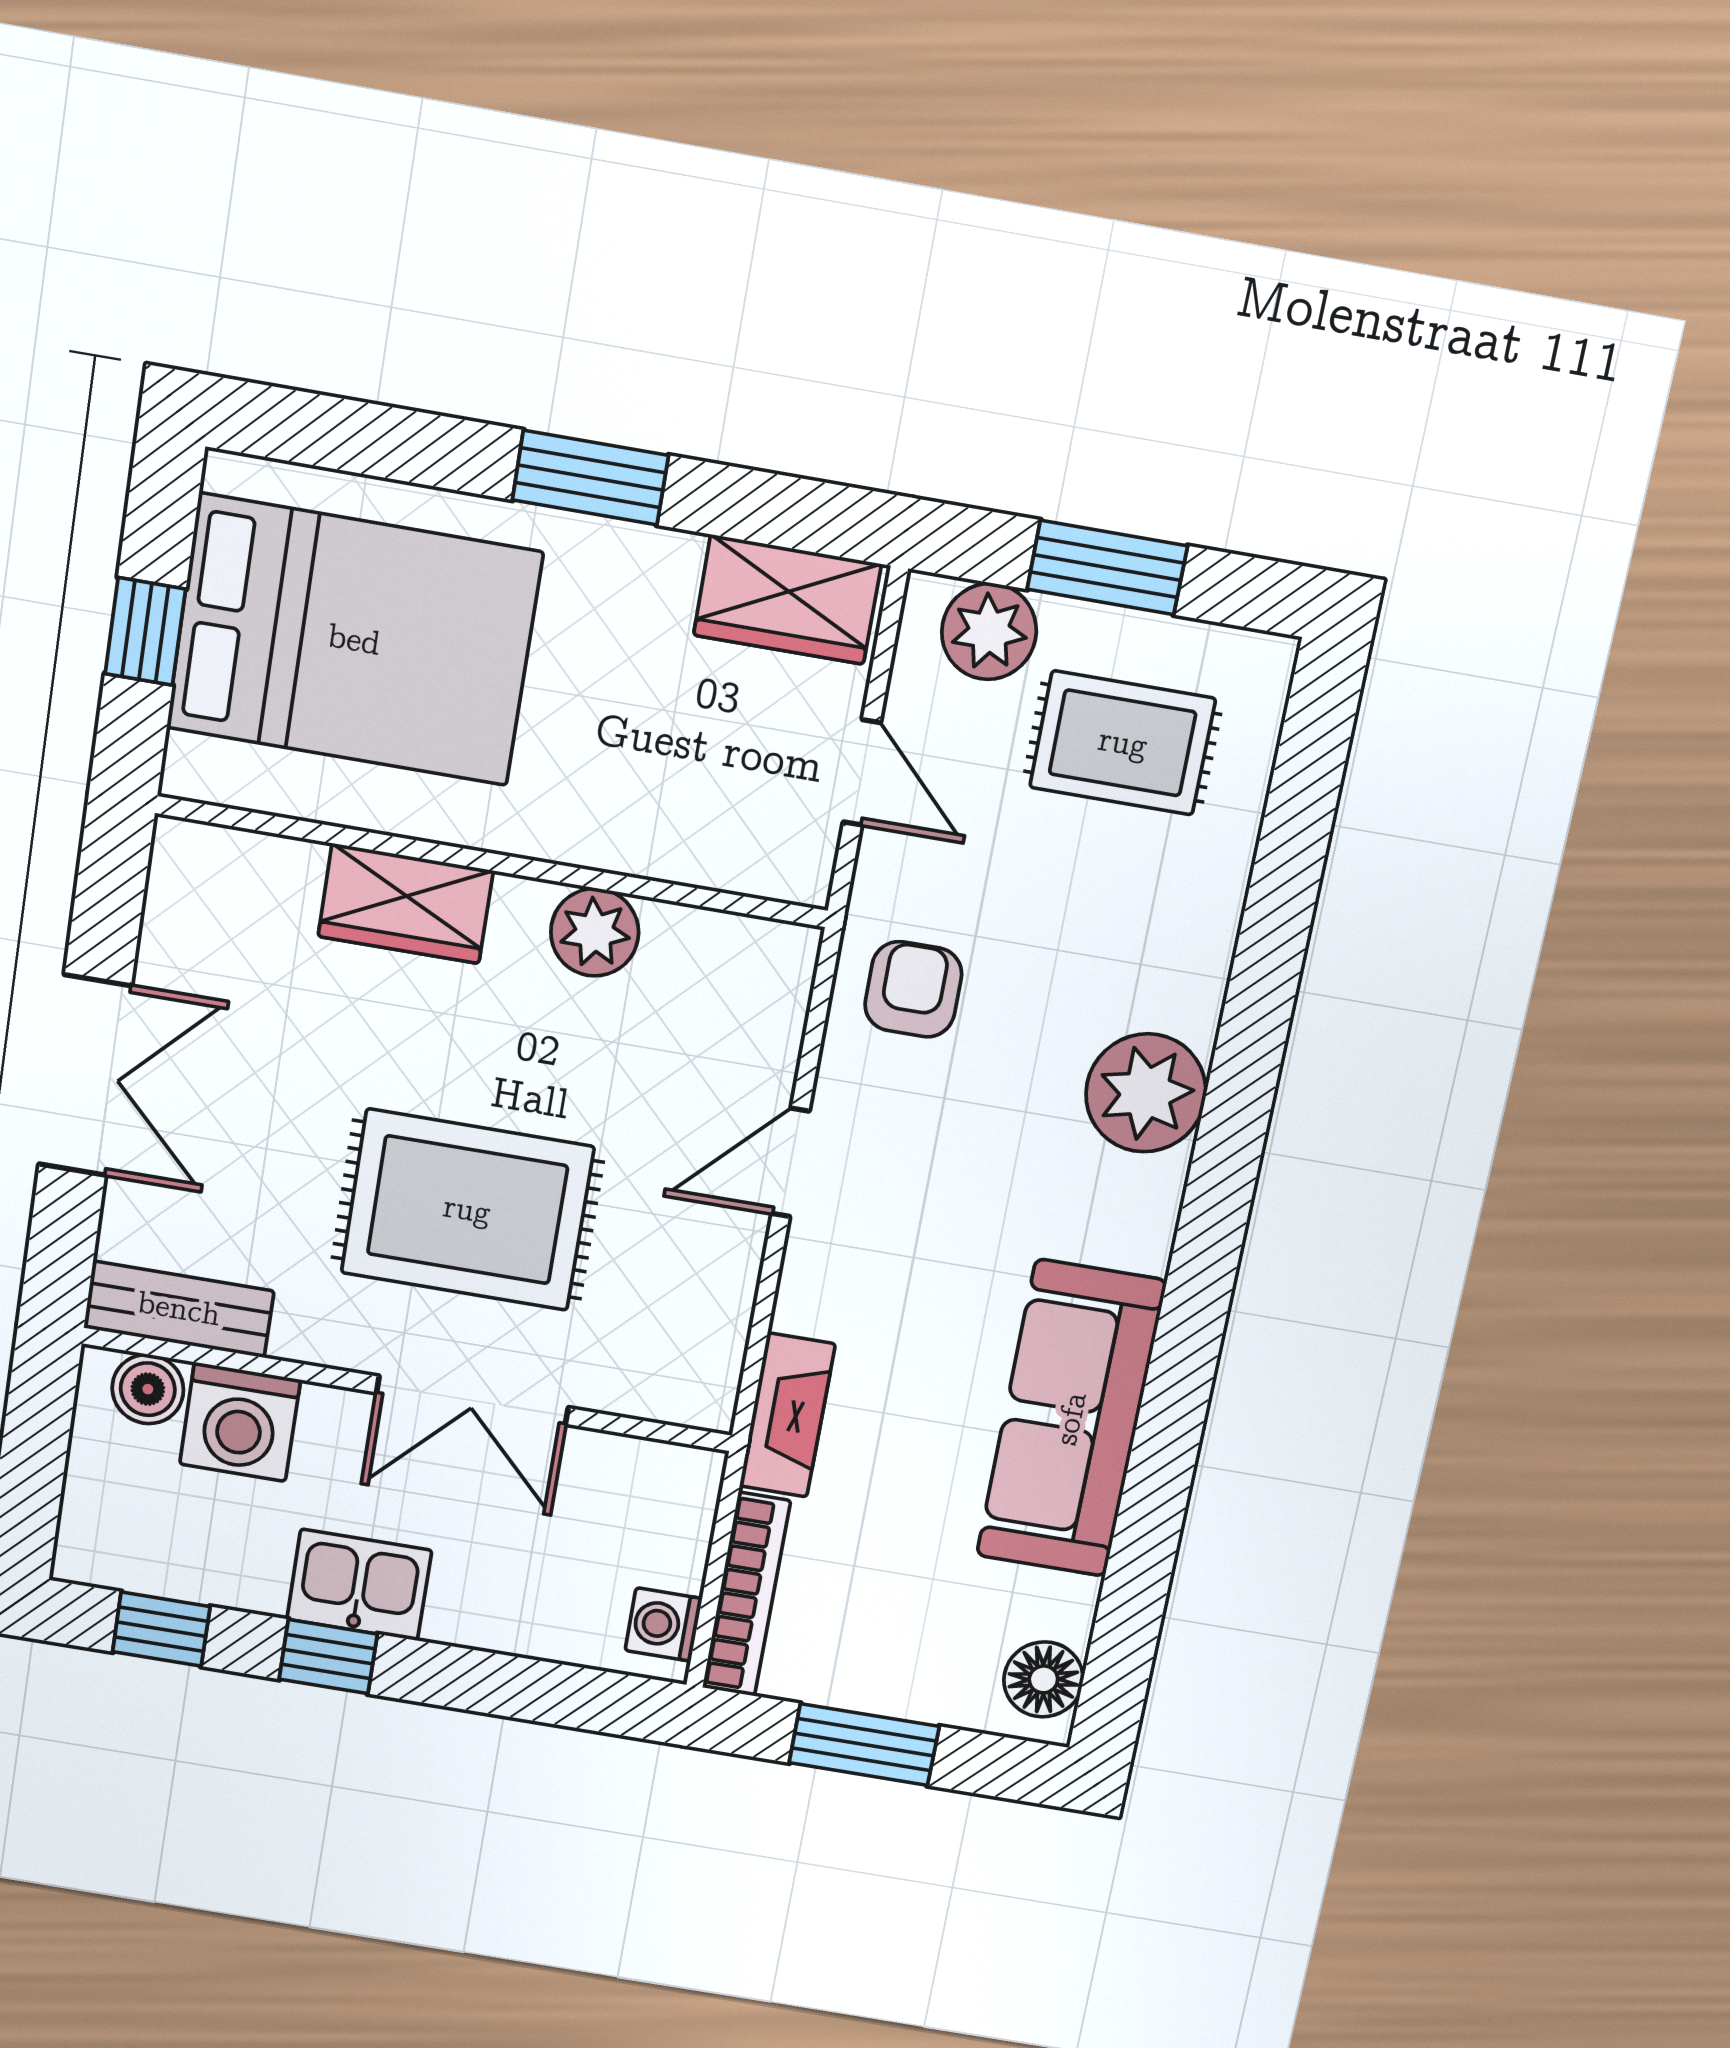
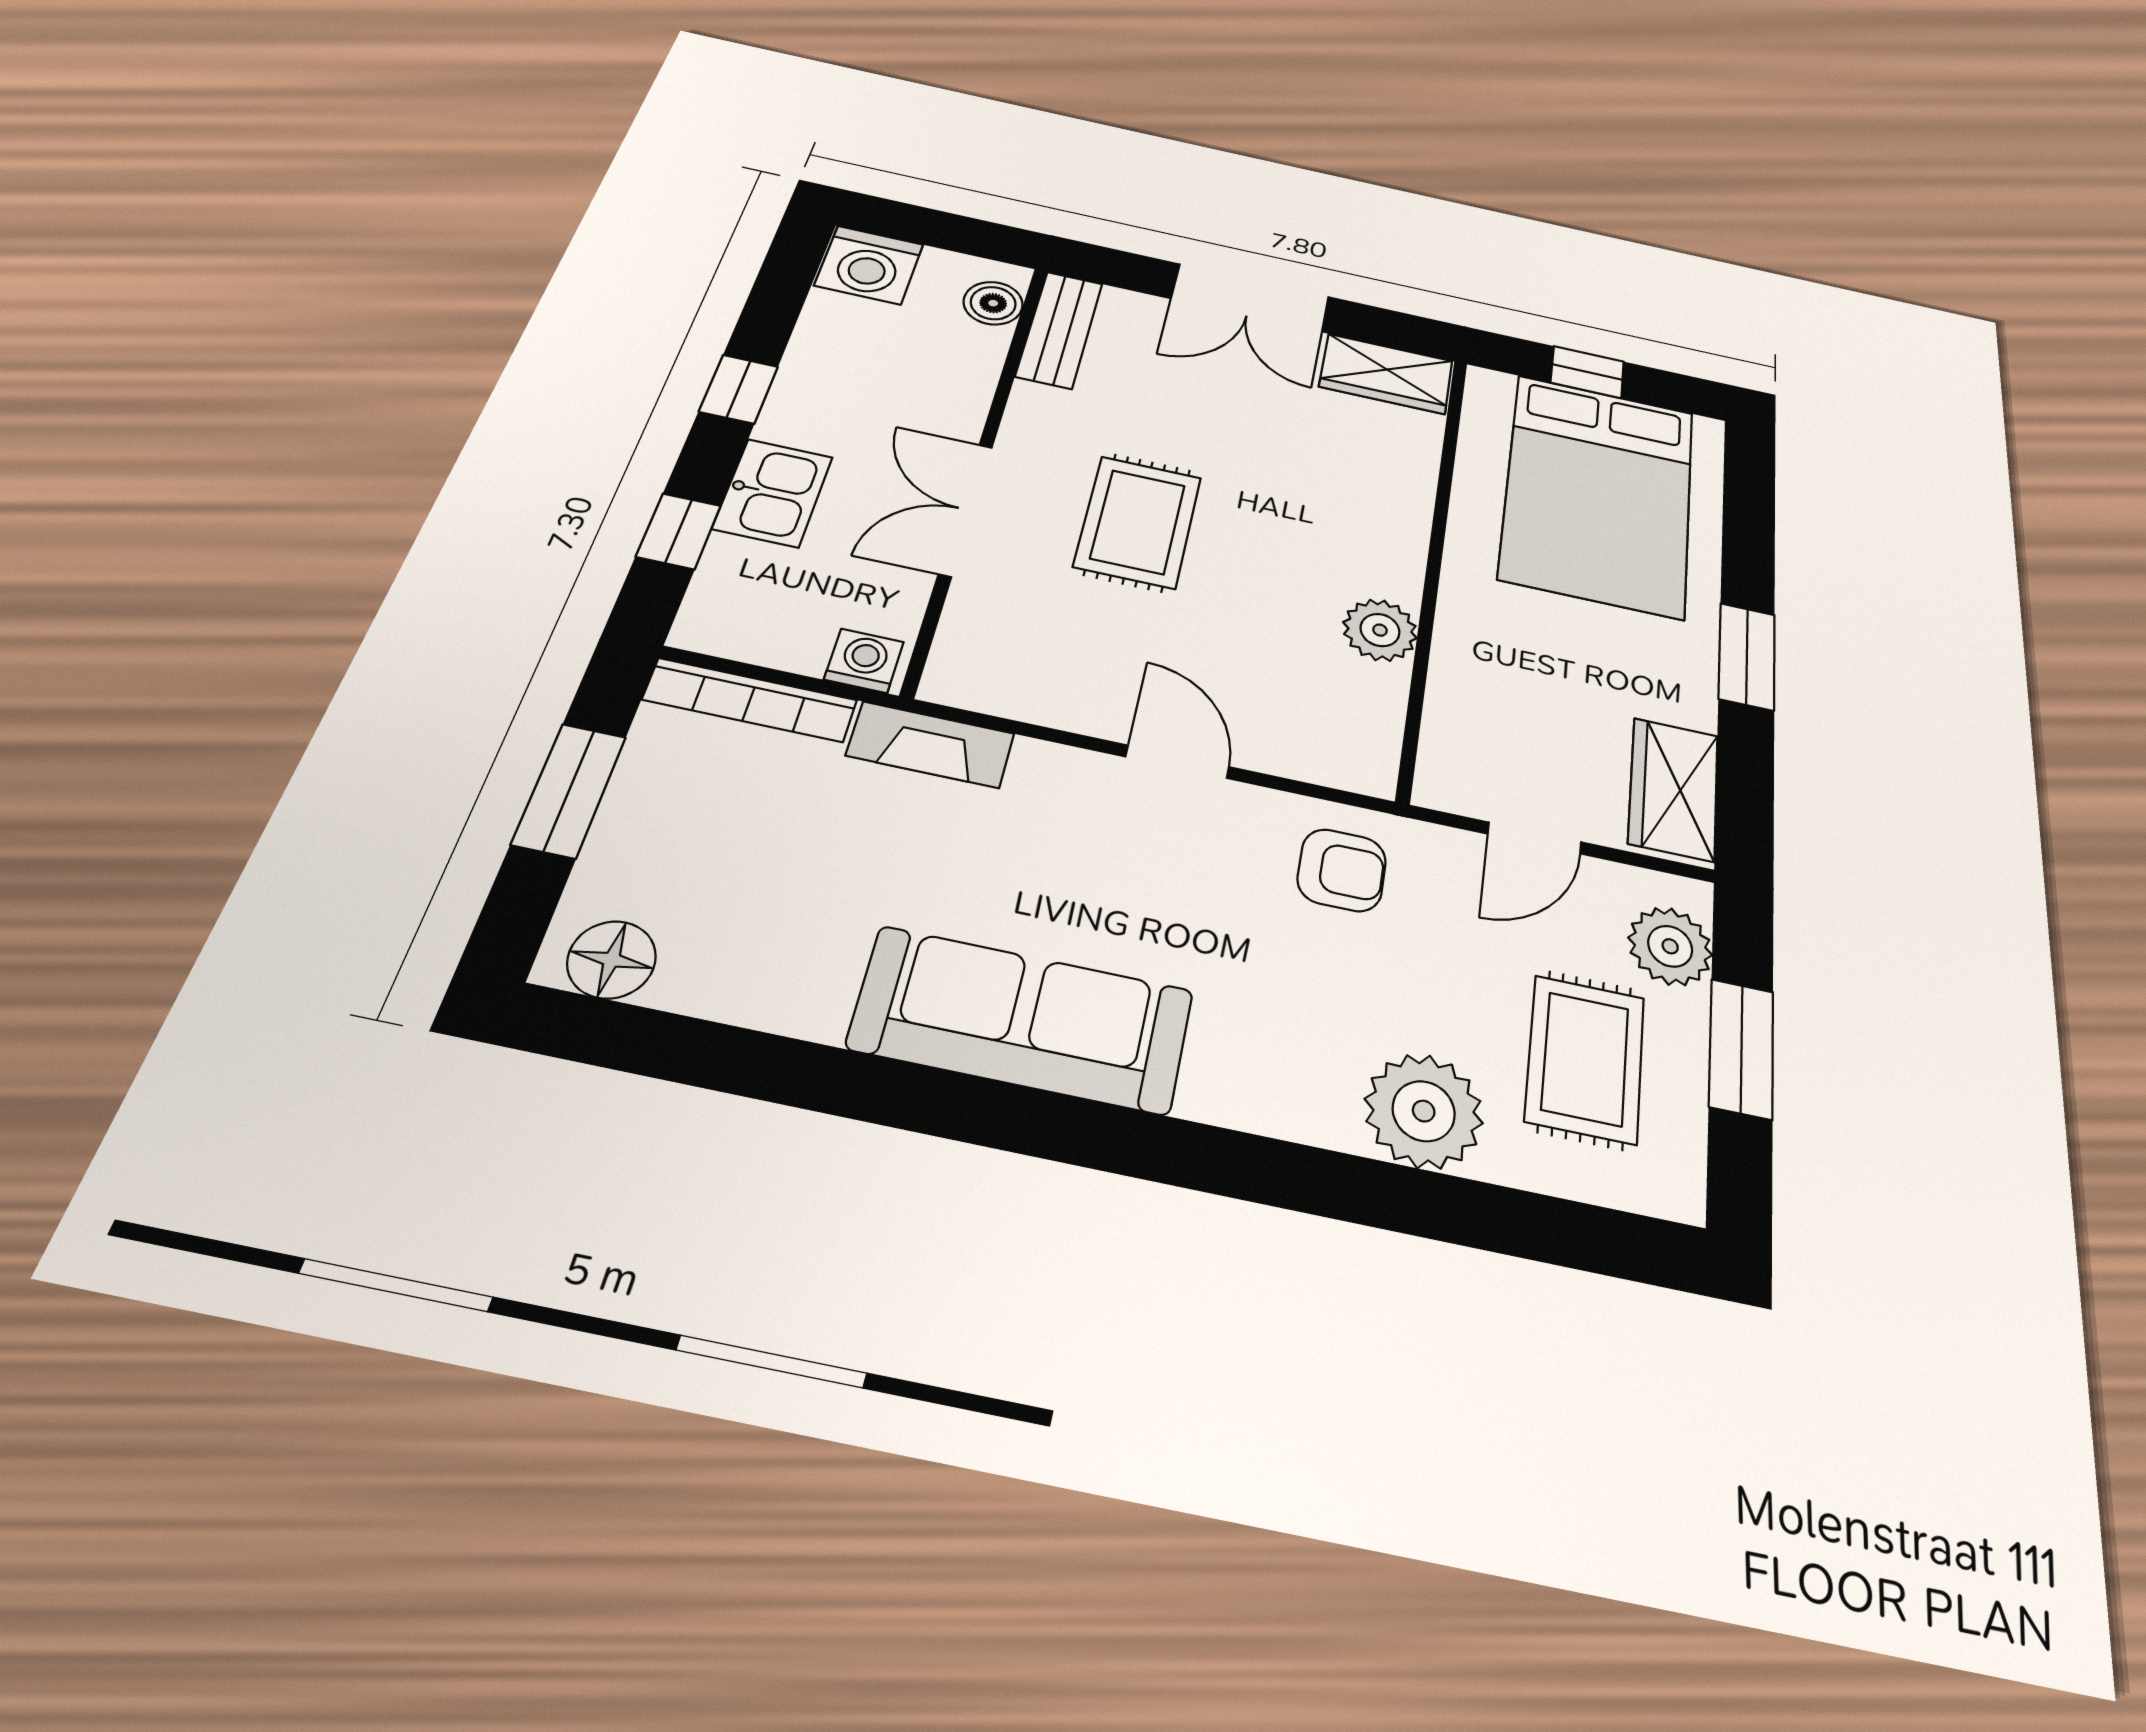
wardrobe: (406, 904) -> (1386, 374), moved, turned -90
plant: (1146, 1093) -> (1424, 1111), moved
rug: (467, 1210) -> (1138, 522), width x0.73, depth x0.70
sofa: (1071, 1419) -> (1022, 1019), moved
washing machine: (240, 1422) -> (869, 265), moved, turned -90
kitchen sink: (359, 1585) -> (773, 493), moved
washing machine: (664, 1624) -> (864, 661), moved
window: (161, 1629) -> (679, 531), moved

